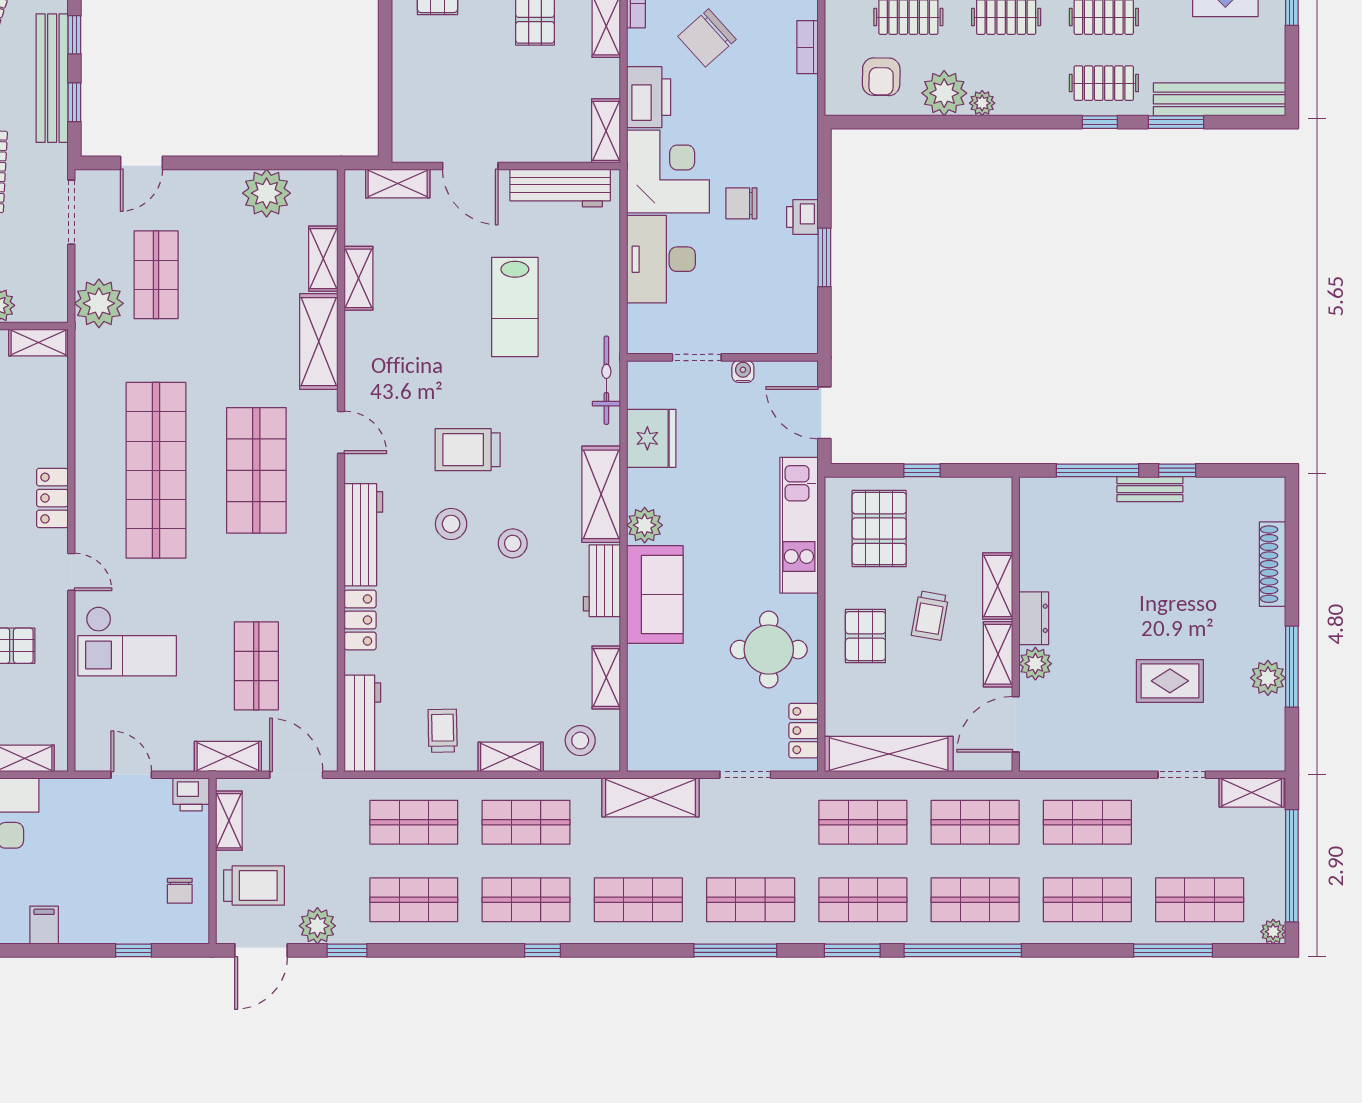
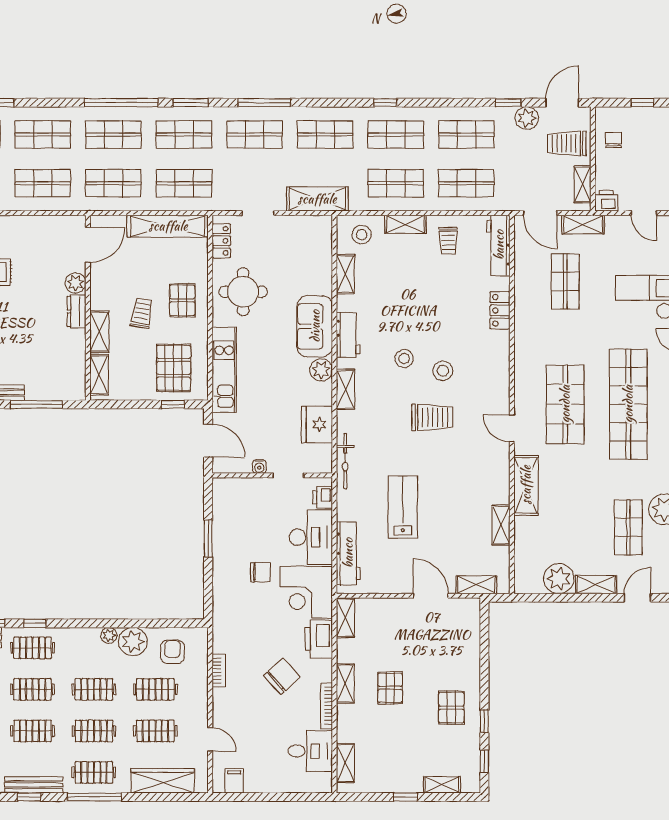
workbench: (560, 188) -> (348, 553), moved, turned 90
printer: (802, 217) -> (323, 497), moved, turned 180
shelving: (323, 259) -> (596, 585), moved, turned 90
window: (922, 470) -> (173, 404), moved
shelving: (601, 494) -> (345, 389), width x0.67, depth x0.75
workbench: (363, 535) -> (498, 364), removed
shelving: (998, 654) -> (99, 375), moved

